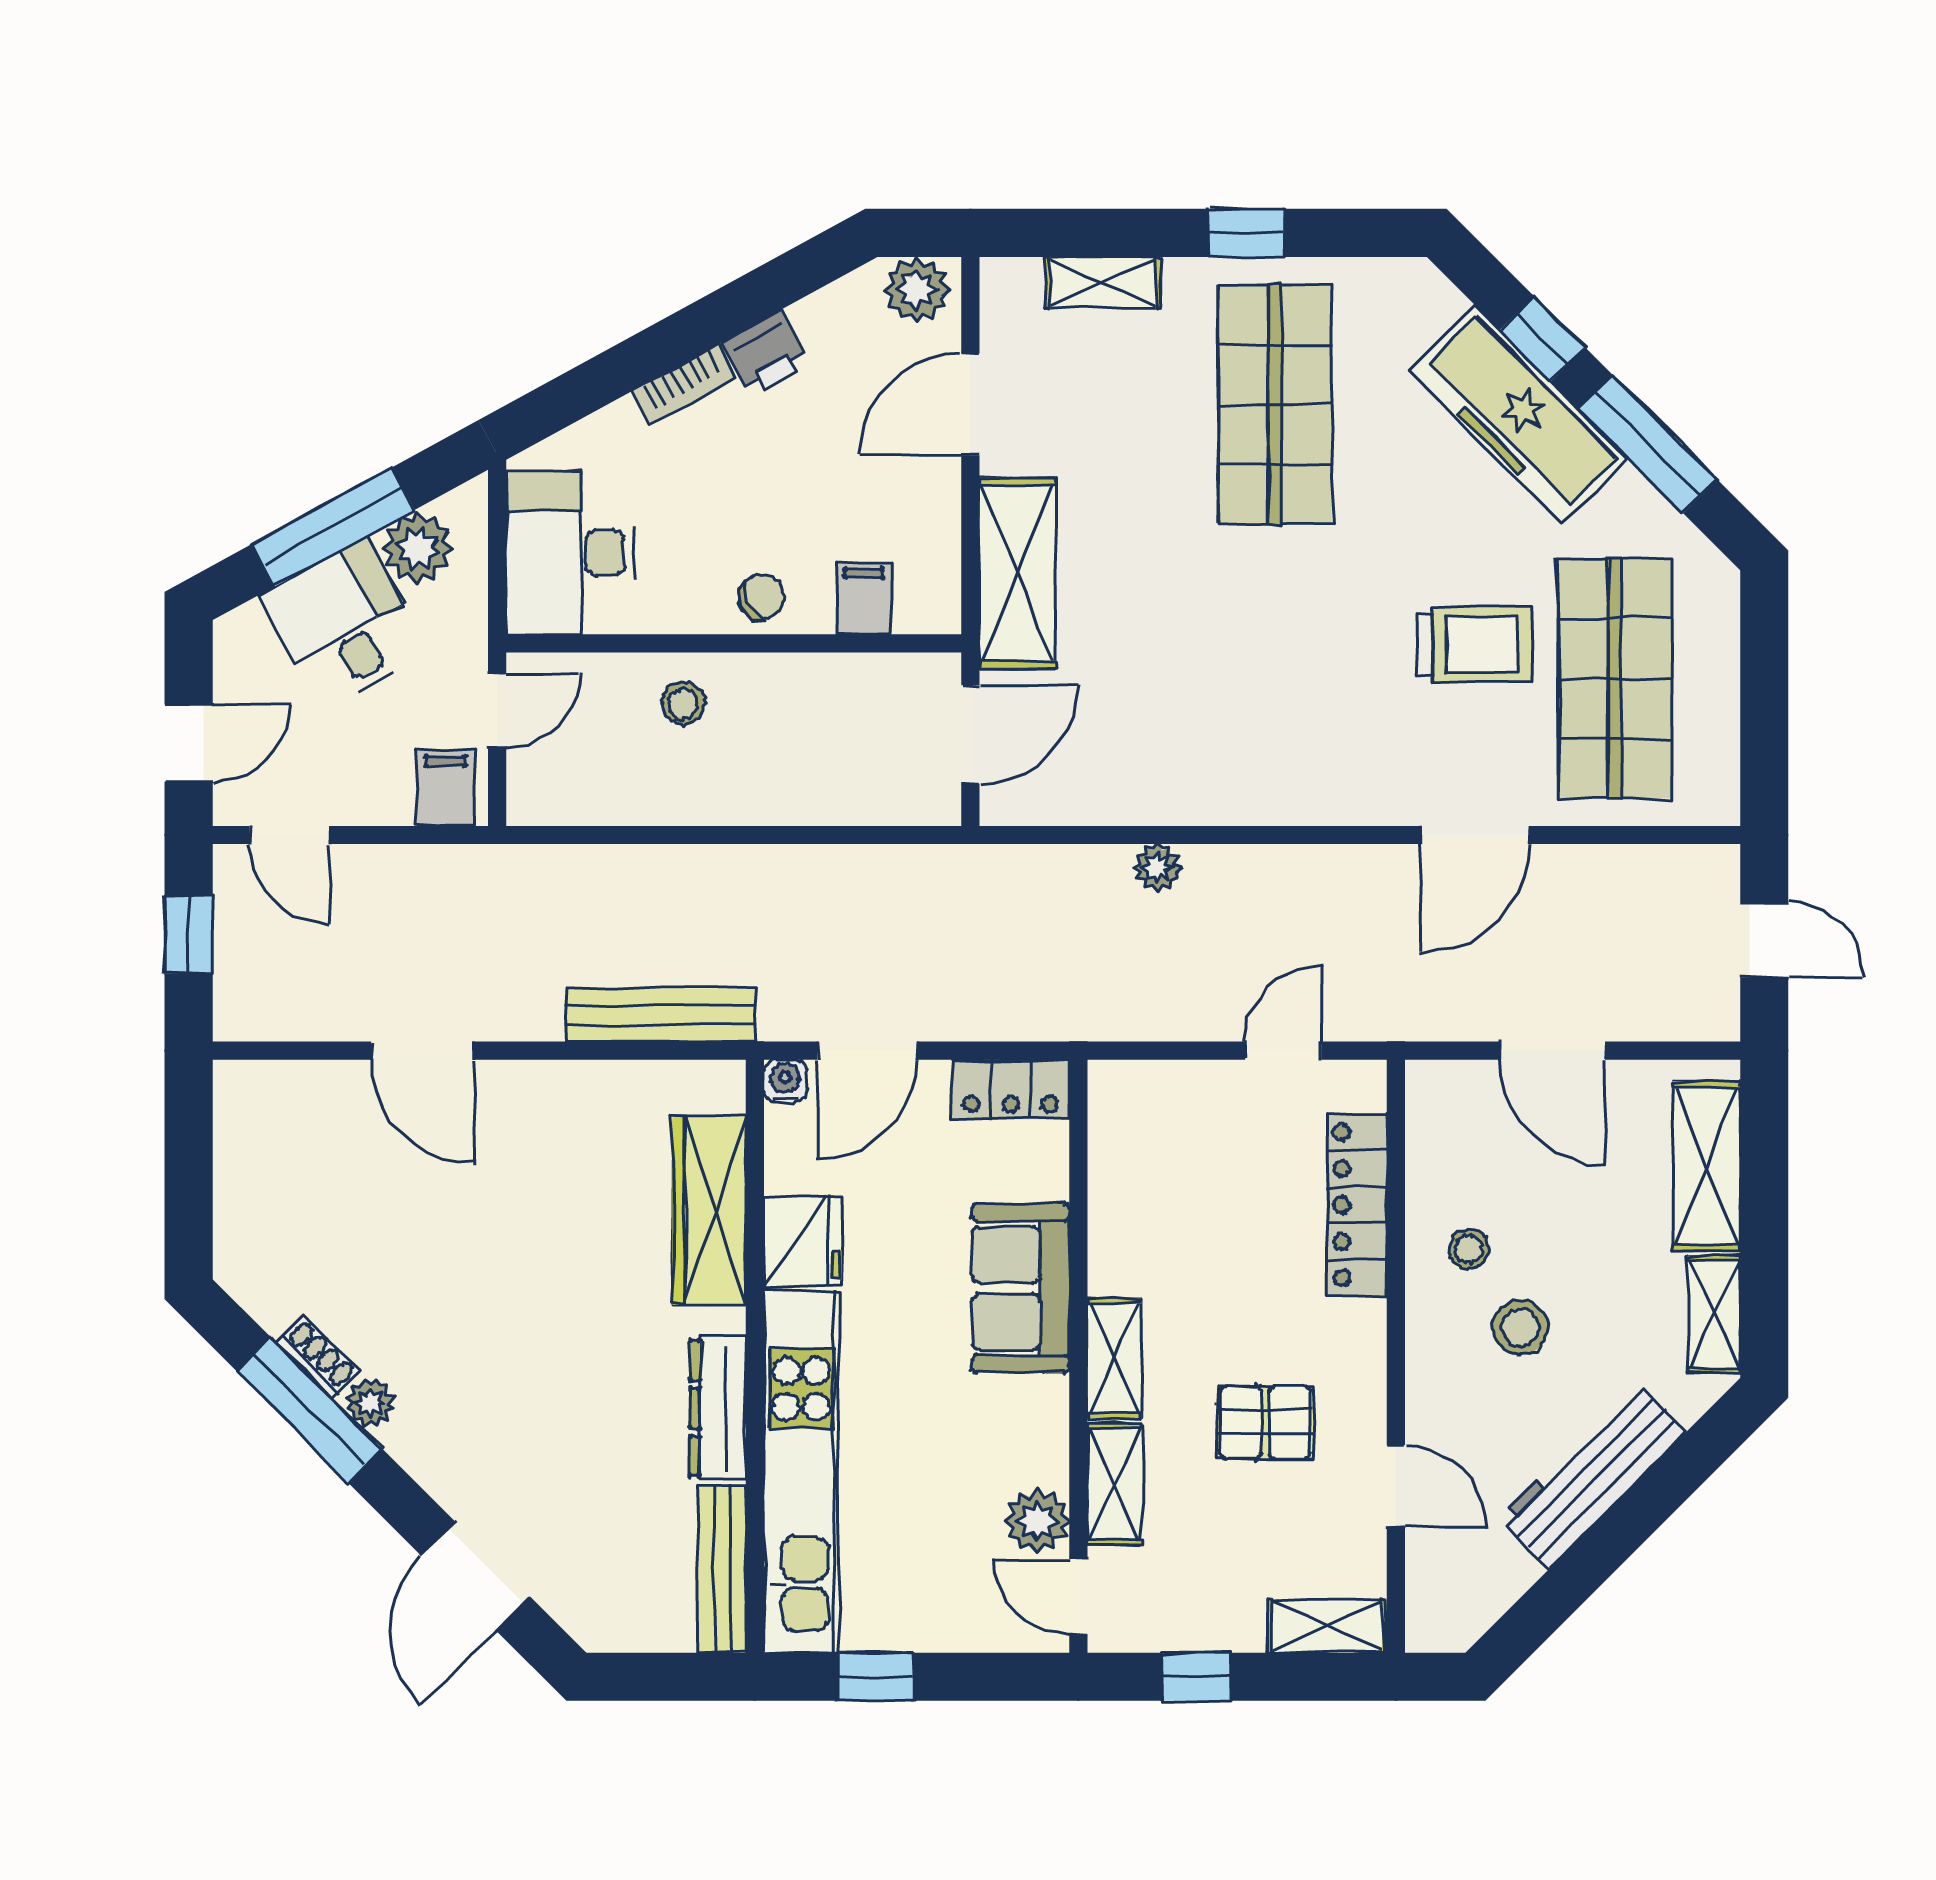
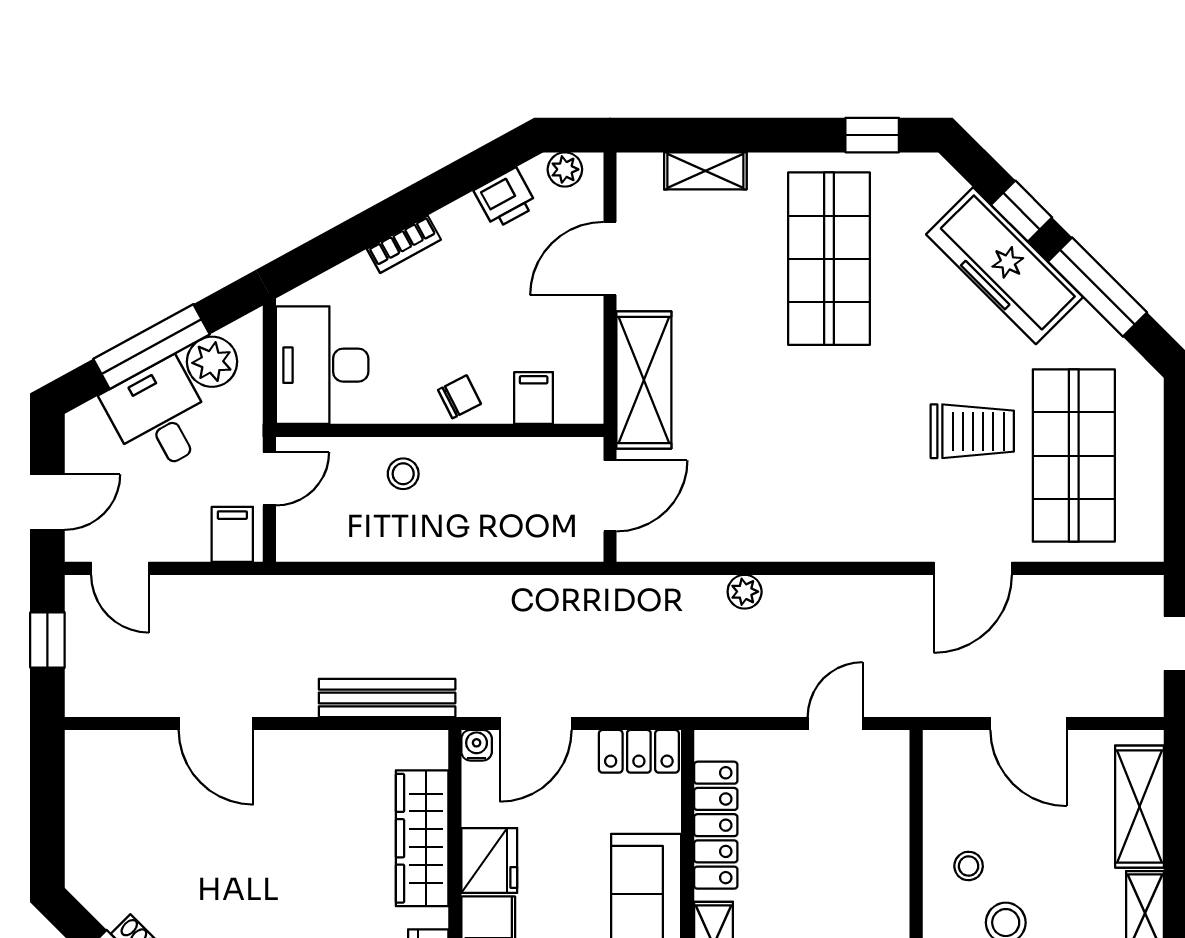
window: (1246, 233) -> (872, 135), moved
plant: (917, 290) -> (565, 169), width x0.73, depth x0.73
printer: (766, 353) -> (505, 198), moved
locker: (1357, 1205) -> (716, 825), moved, turned 180

